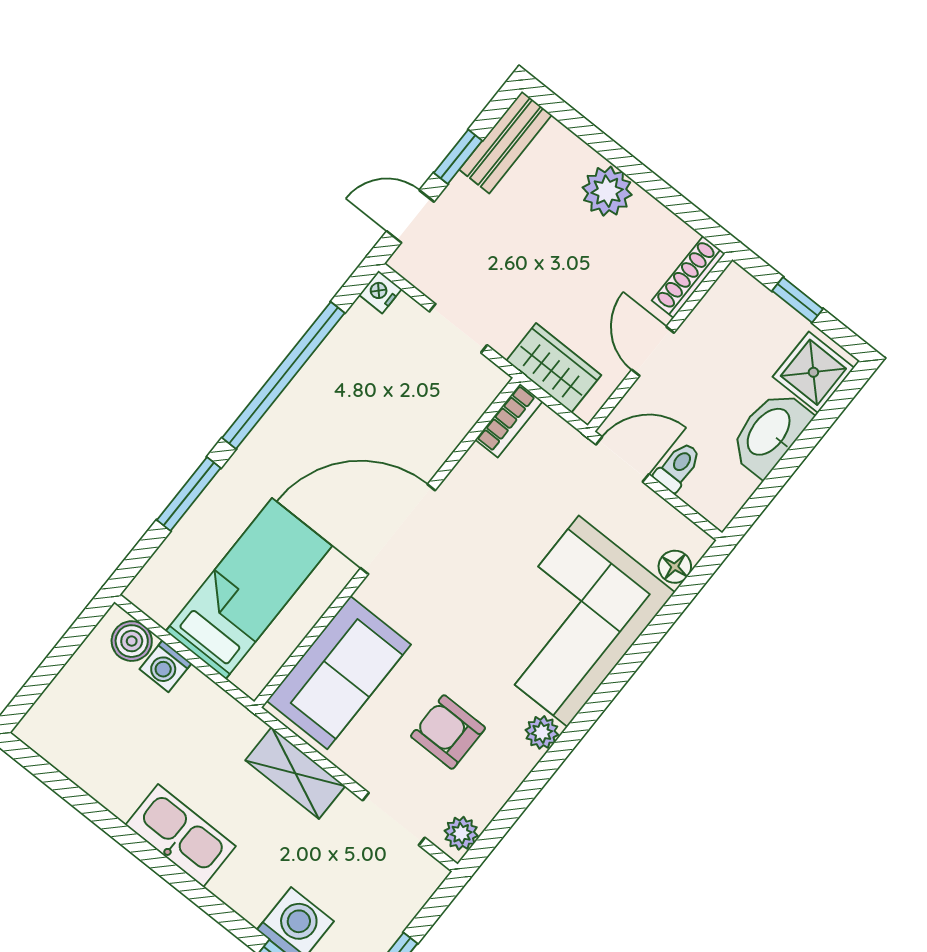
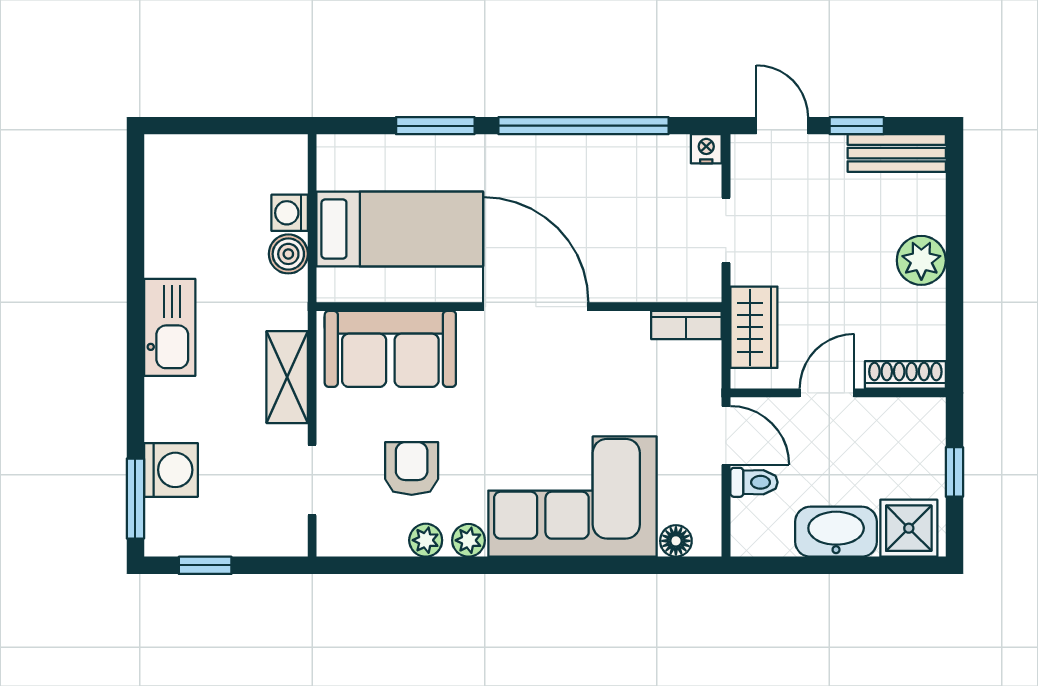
boiler: (132, 641) -> (288, 254), moved
plant: (461, 833) -> (426, 540), moved

